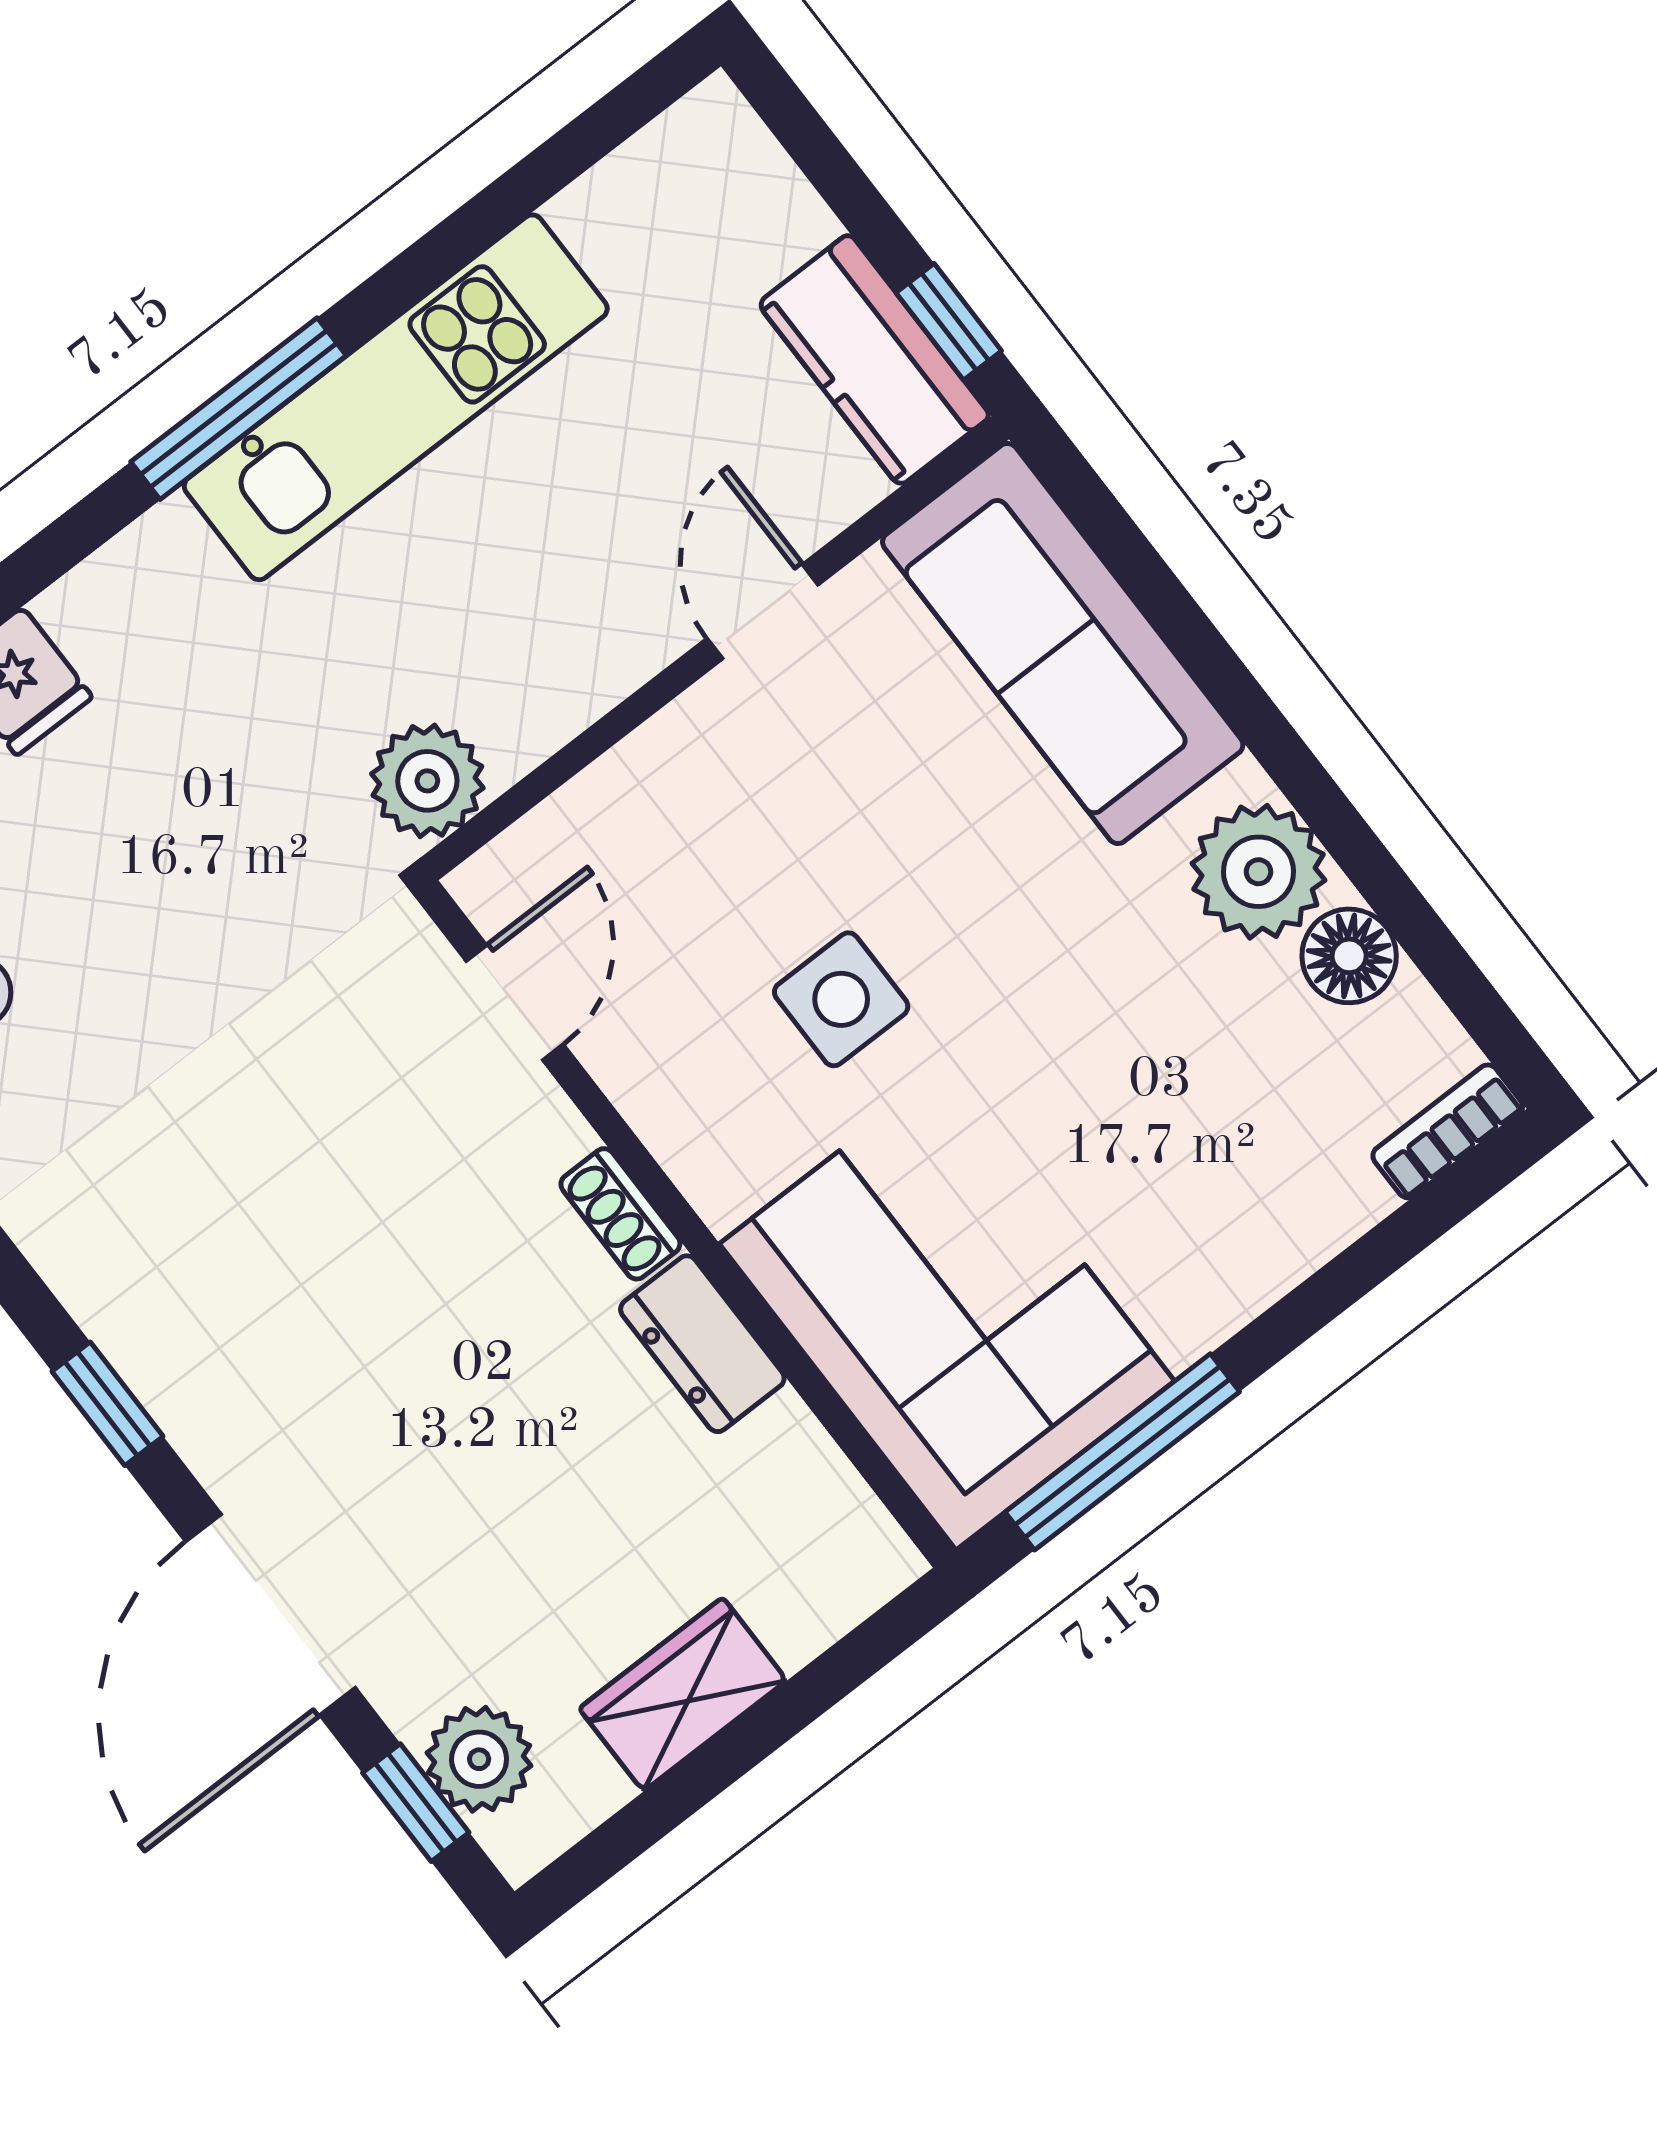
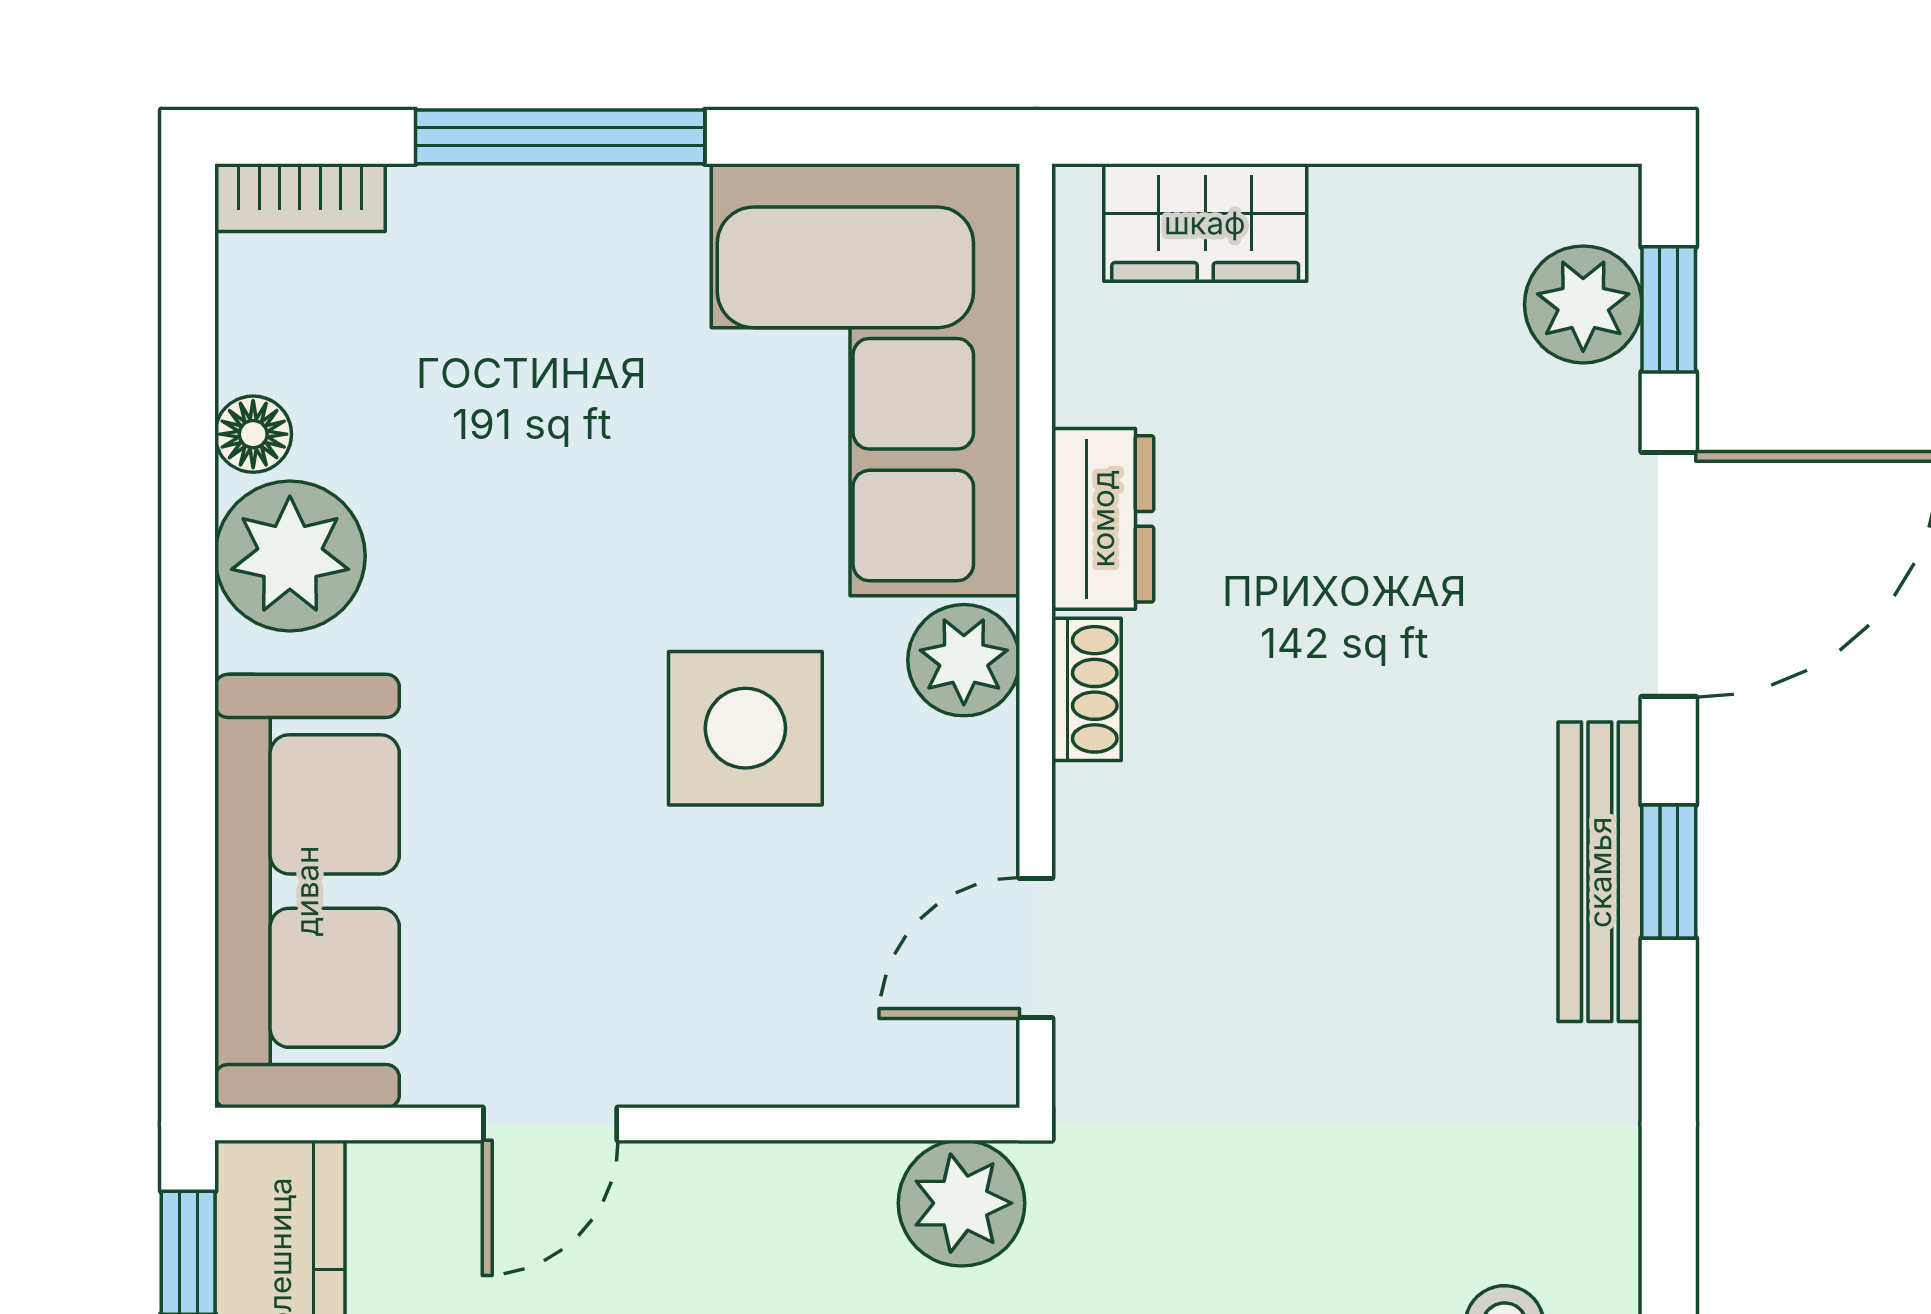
floor lamp: (1349, 956) -> (253, 434), width x0.73, depth x0.73
side table: (841, 999) -> (745, 728), width x1.37, depth x1.37
plant: (723, 1167) -> (964, 660), added
bench: (156, 1366) -> (1600, 872), added
window: (1122, 1452) -> (560, 137), moved
wardrobe: (683, 1694) -> (1205, 223), moved

